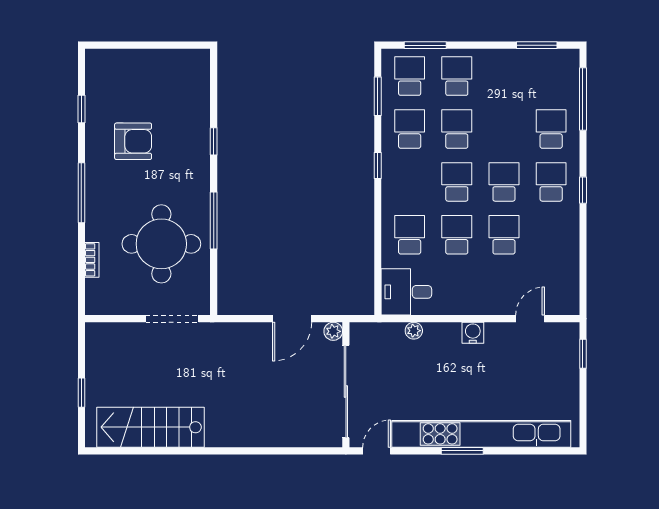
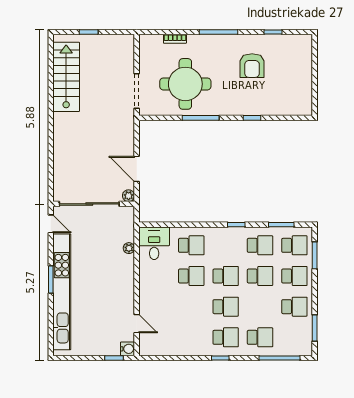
school desk: (504, 235) -> (294, 307), moved
water cooler: (473, 333) -> (128, 349), moved

